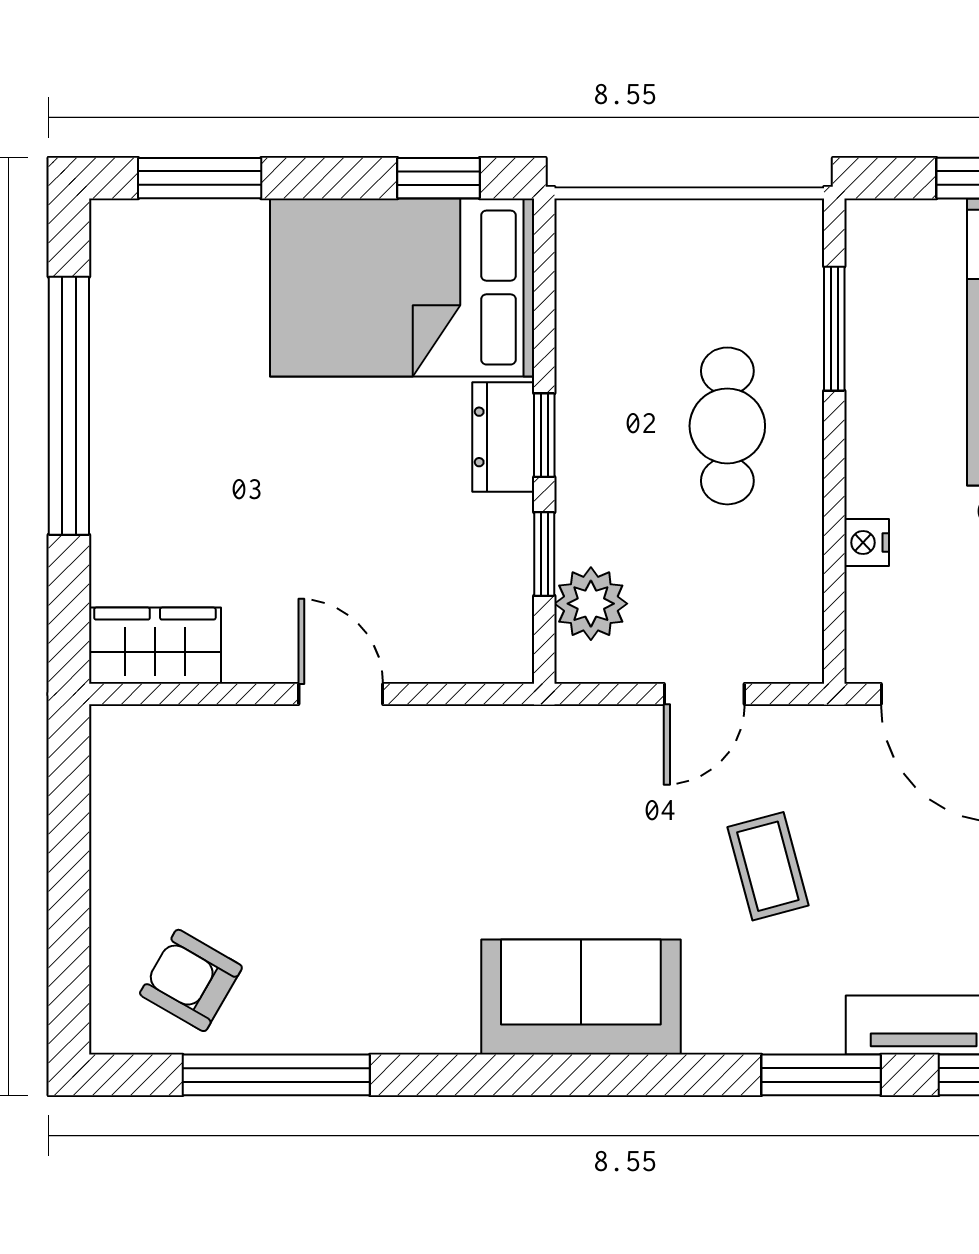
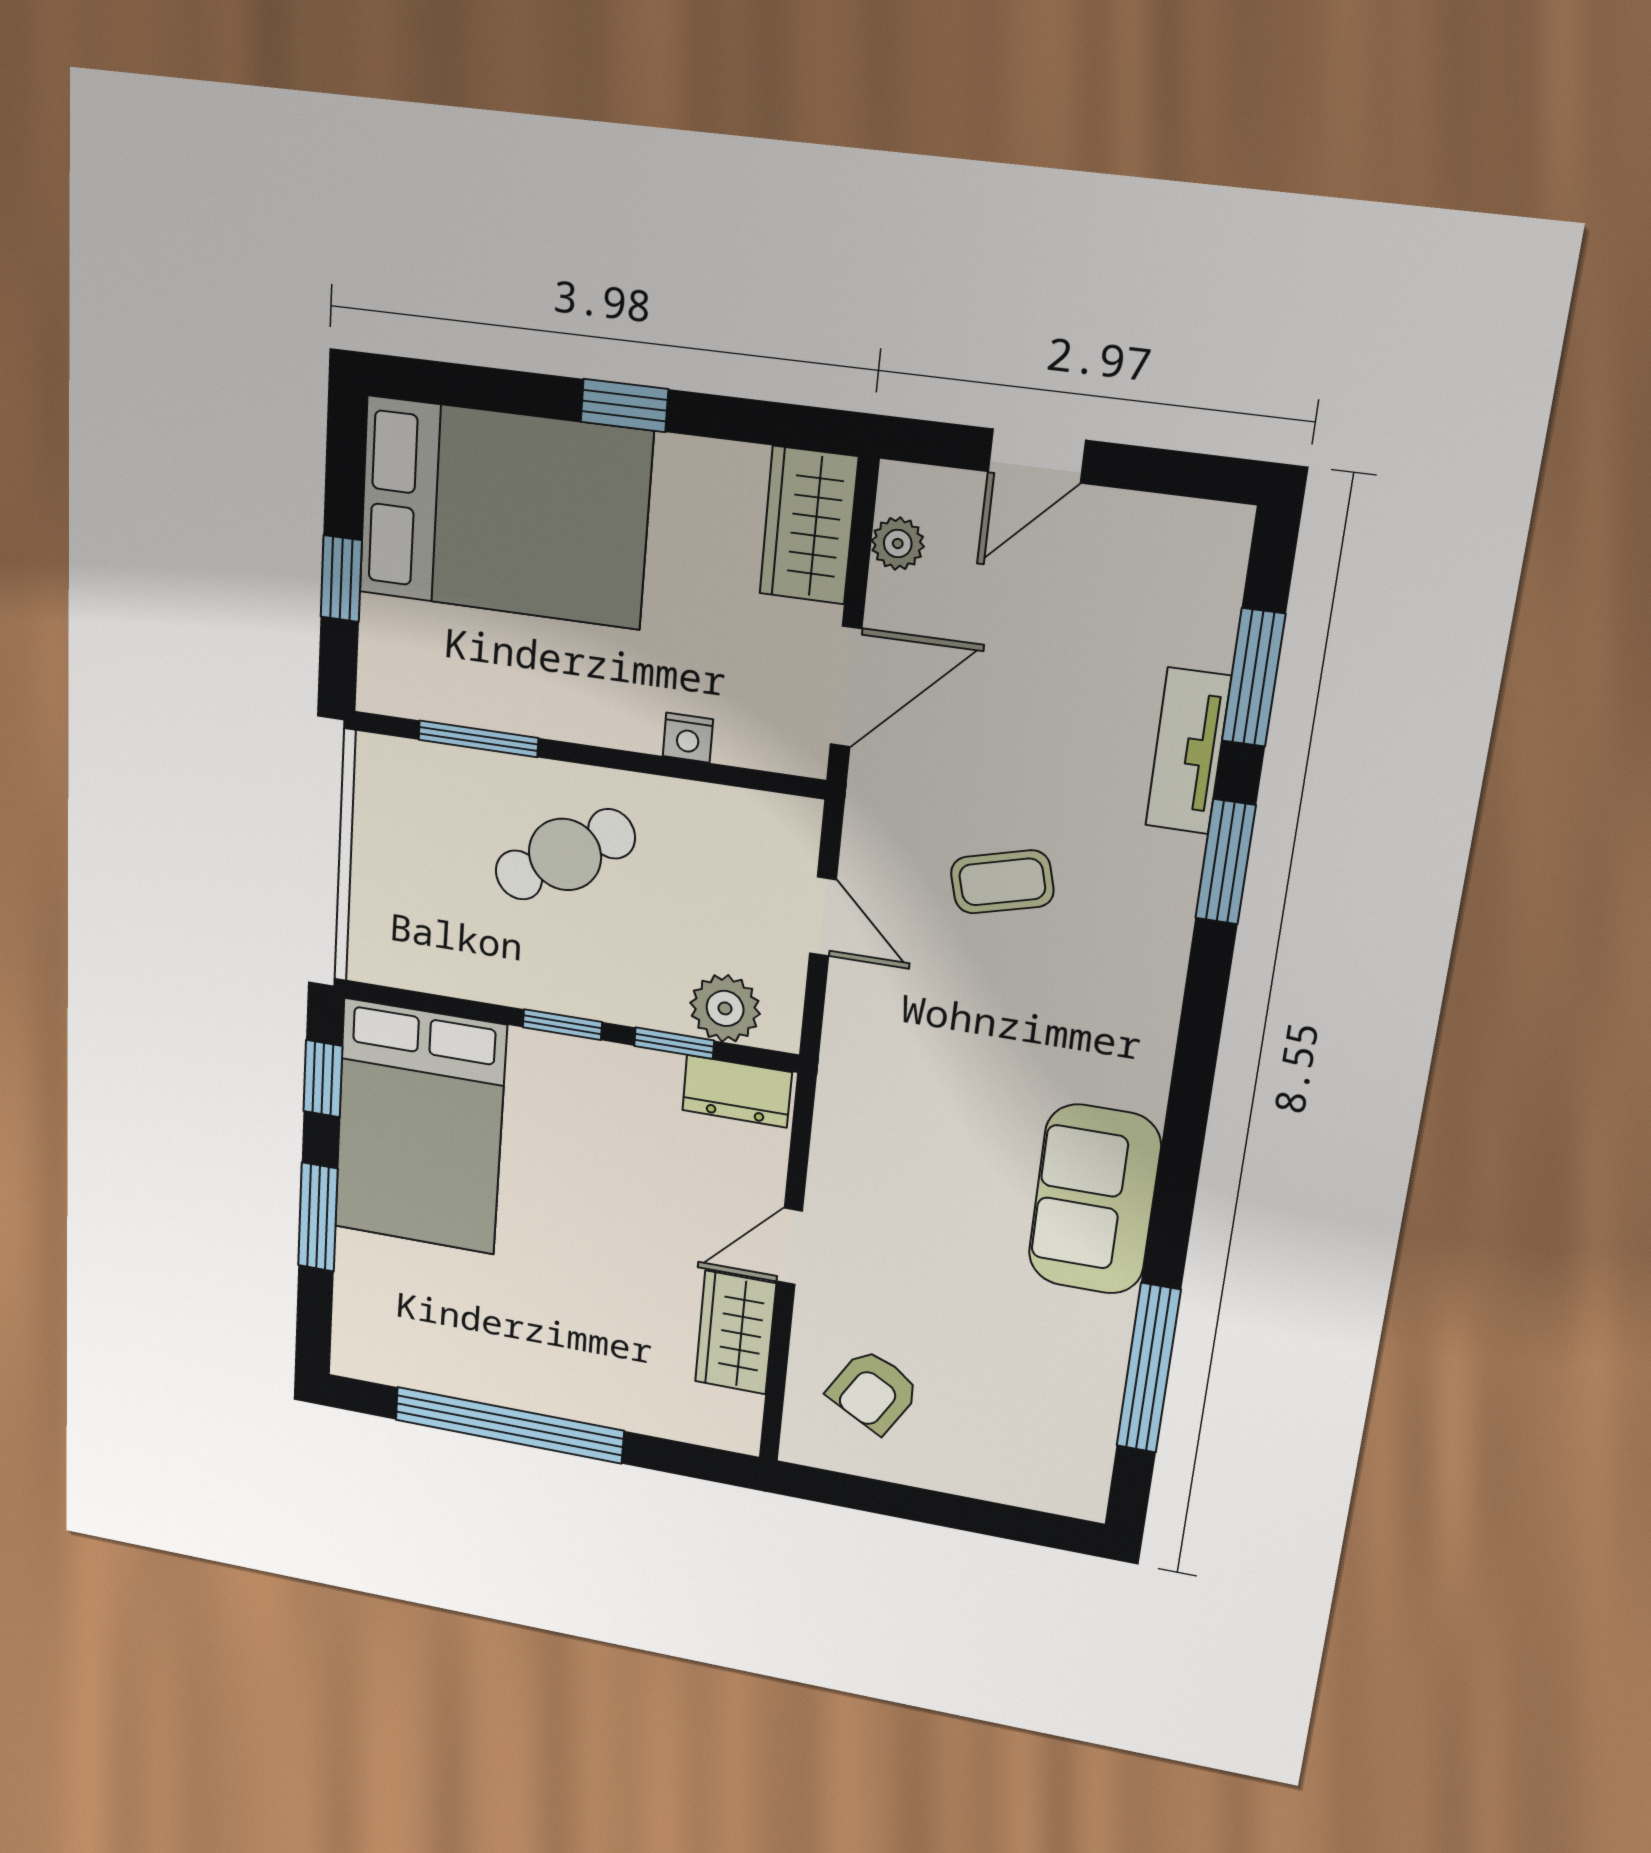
window: (200, 178) -> (318, 1217), moved
cafe table: (727, 426) -> (565, 854), turned -32
dresser: (503, 437) -> (737, 1091), moved
wardrobe: (155, 646) -> (735, 1333), moved
armchair: (191, 980) -> (873, 1391), moved
sofa: (581, 997) -> (1094, 1200), moved

